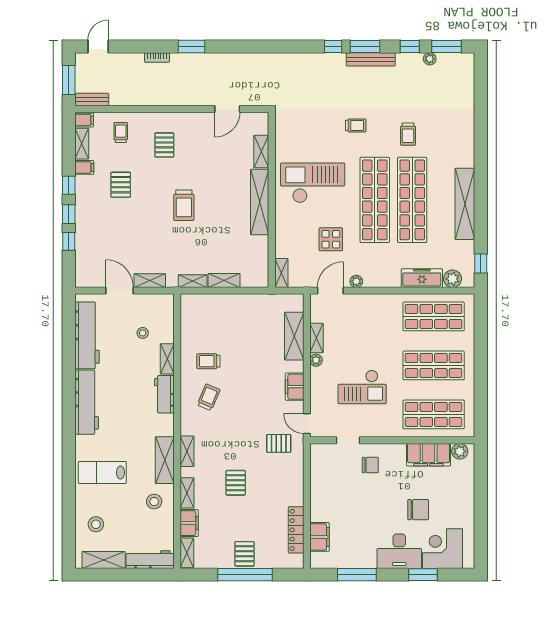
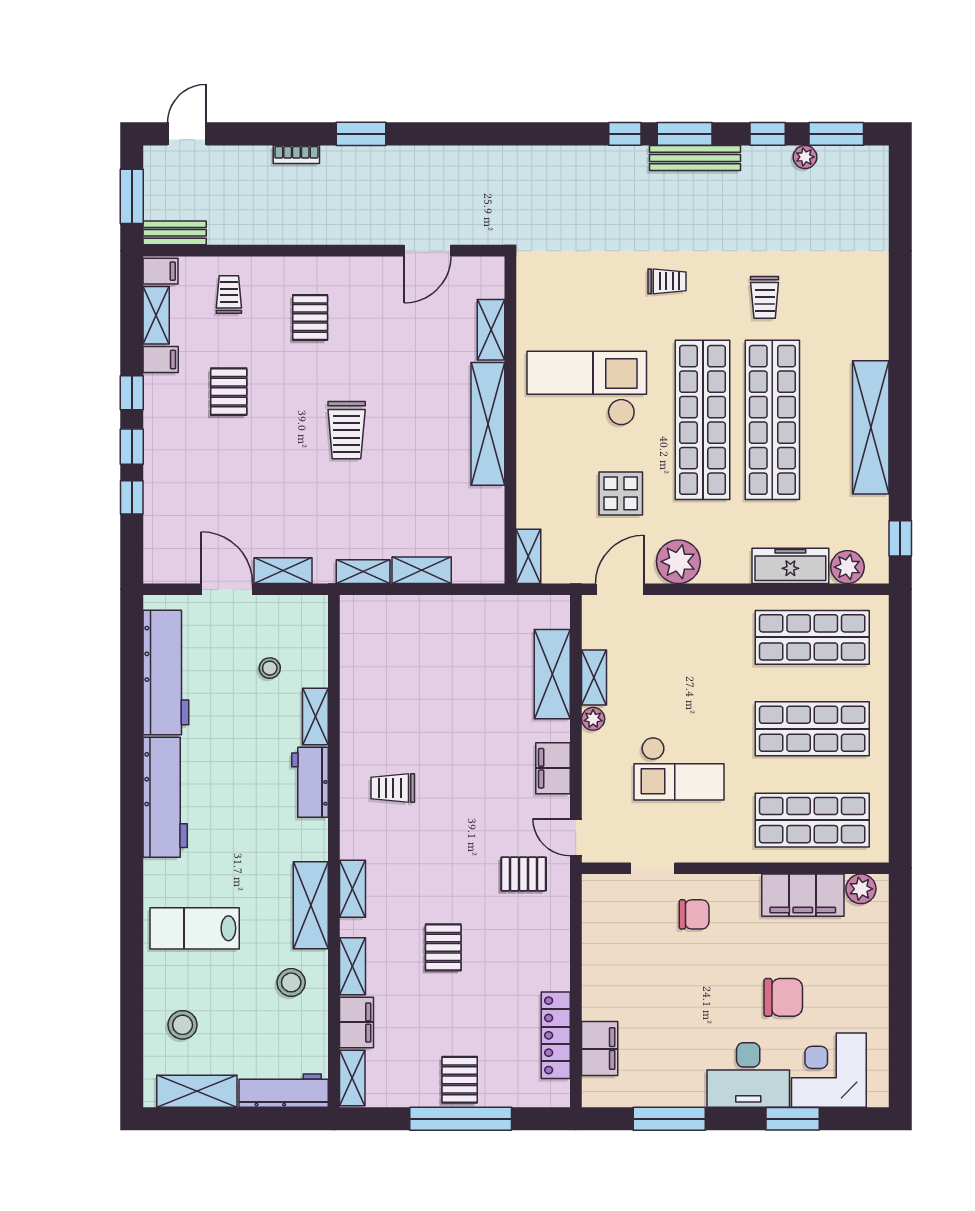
plant: (356, 281) -> (678, 562), width x1.88, depth x1.88
trolley: (208, 361) -> (392, 721), removed
trolley: (209, 397) -> (393, 788), turned -113

